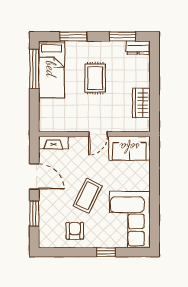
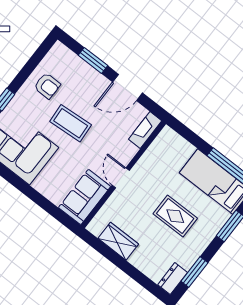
coffee table: (88, 196) -> (71, 123), turned -30

